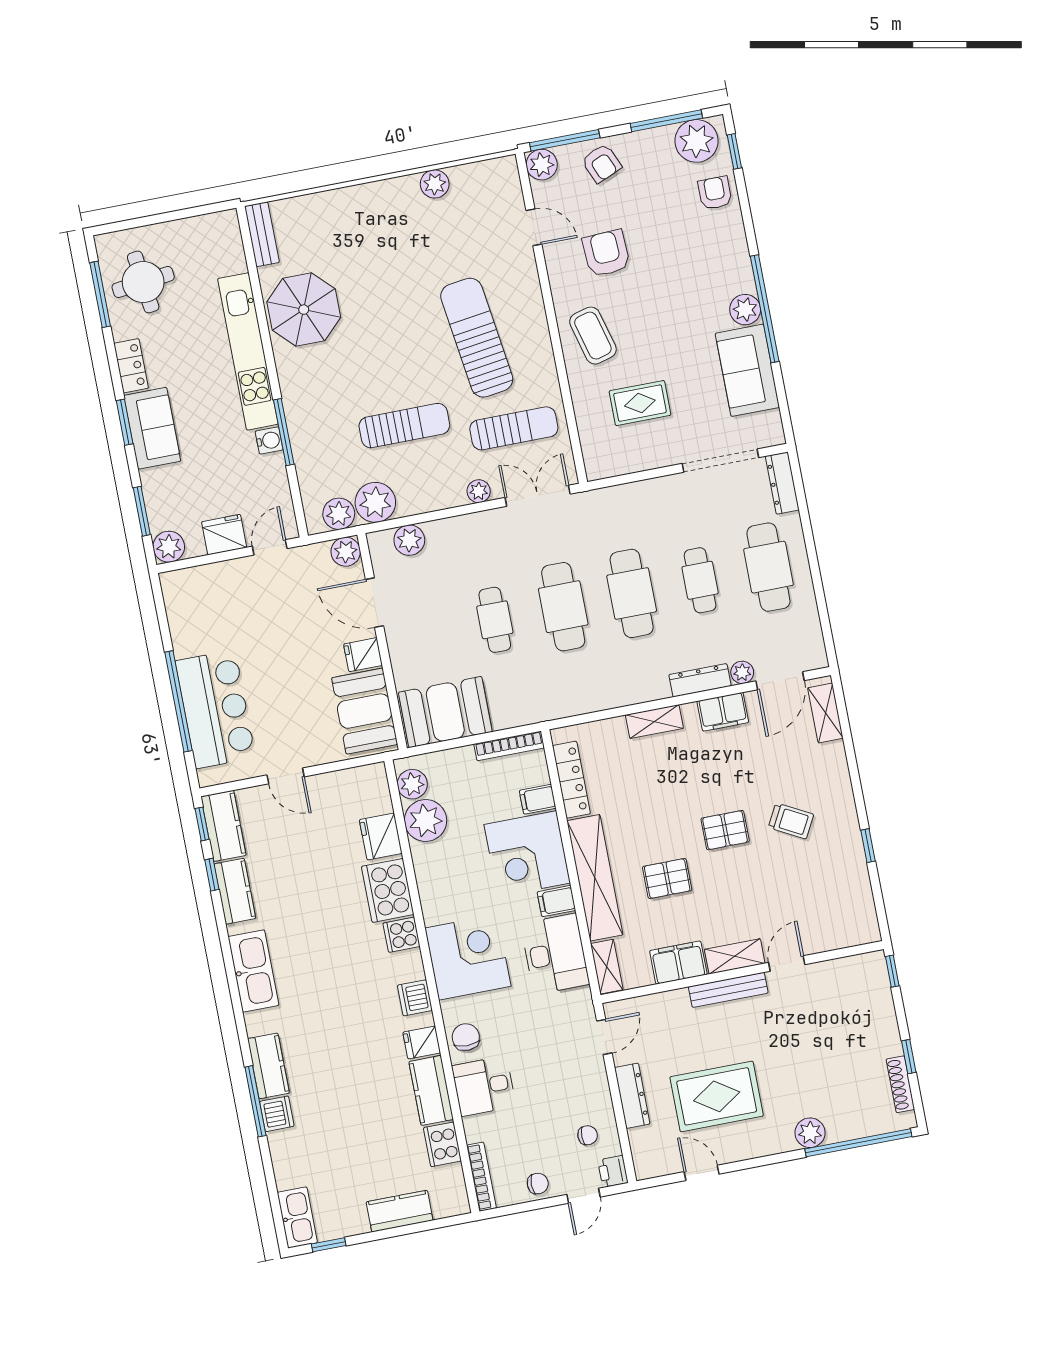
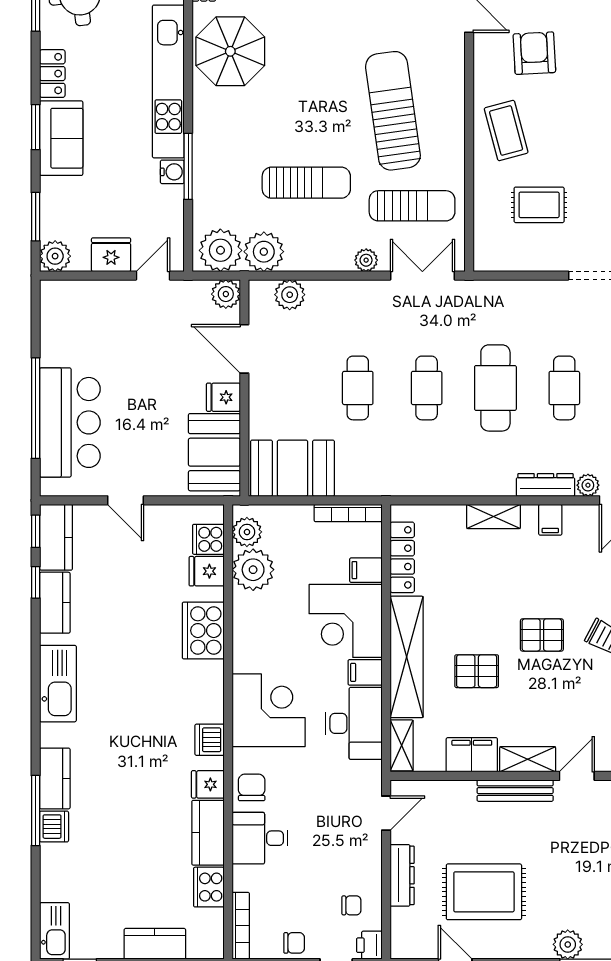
plant: (339, 514) -> (220, 250), width x1.36, depth x1.36
cafe table: (563, 607) -> (427, 388), width x0.73, depth x0.74
filing cabinet: (723, 712) -> (550, 520), width x0.50
fridge: (381, 836) -> (207, 571), width x0.72
cooker: (401, 935) -> (208, 539), moved

